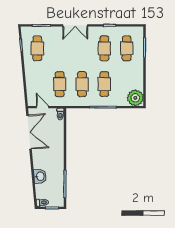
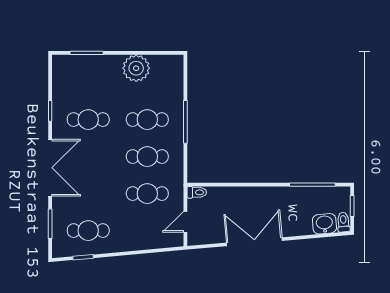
double door: (75, 25) -> (50, 168), width x1.37
cafe table: (127, 48) -> (88, 83), removed
plant: (135, 98) -> (136, 68), moved
double door: (29, 132) -> (254, 242), moved
washbasin: (40, 176) -> (324, 224), moved

